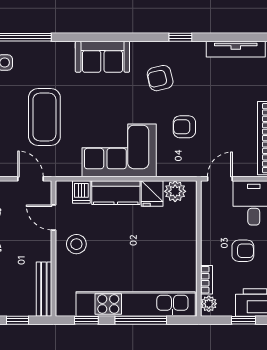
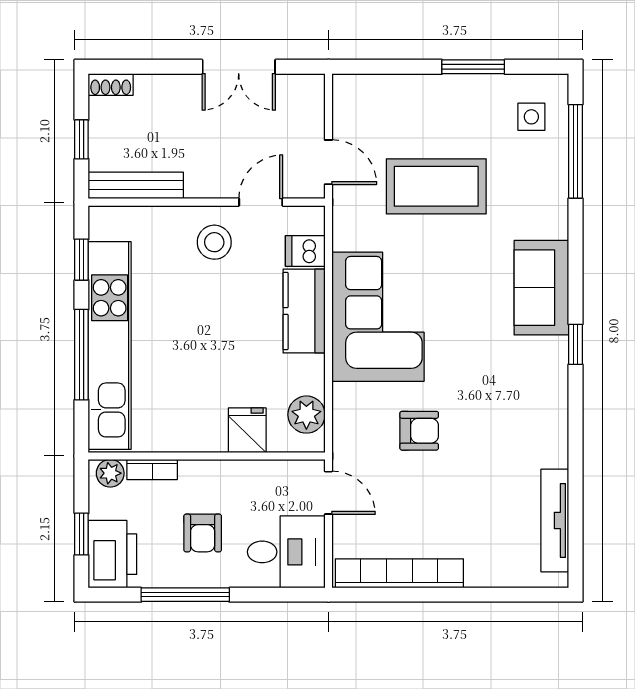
window: (180, 37) -> (576, 344), moved
armchair: (160, 78) -> (504, 388), removed
armchair: (184, 127) -> (419, 431), turned 90
door: (31, 179) -> (328, 162), hinge flipped
fridge: (152, 193) -> (247, 430), moved, turned 90

